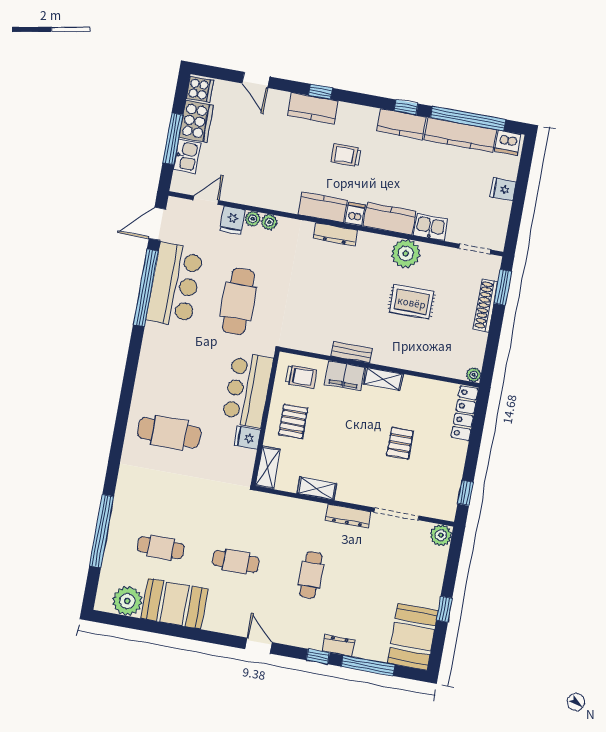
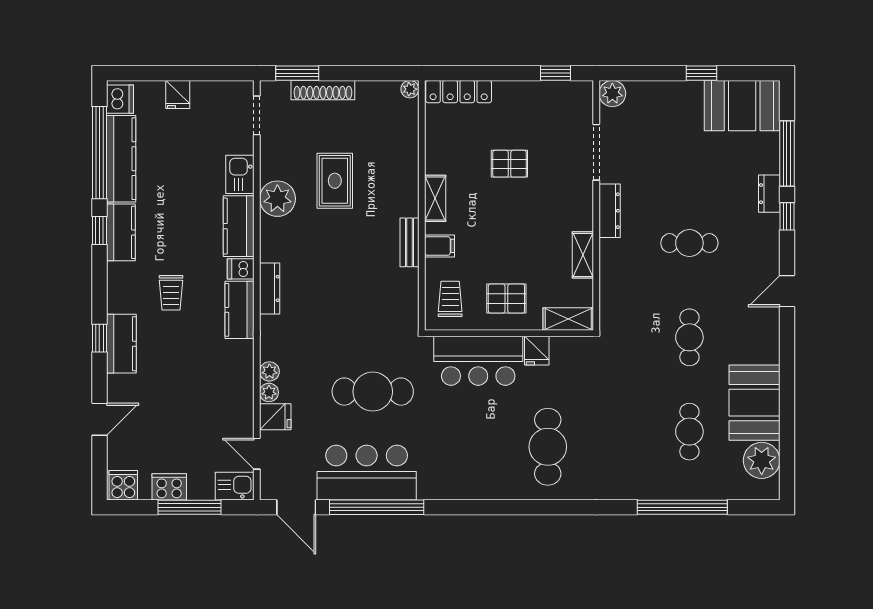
cooker: (196, 121) -> (169, 487), width x0.73, depth x0.76
kitchen sink: (187, 156) -> (235, 486), moved
filing cabinet: (345, 376) -> (439, 246), width x0.50

